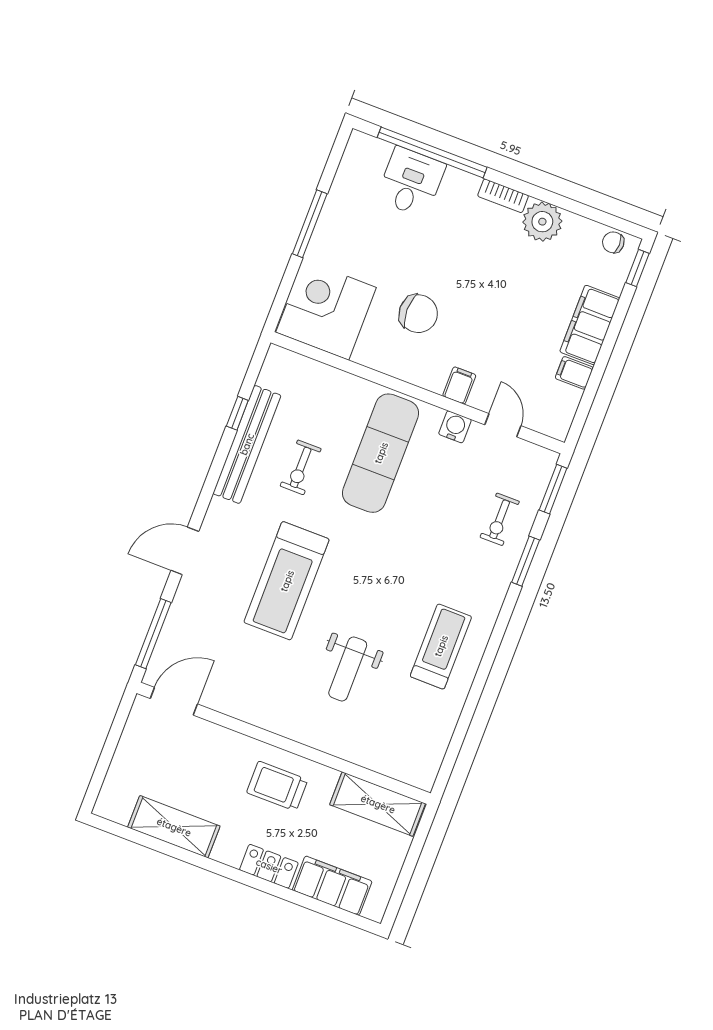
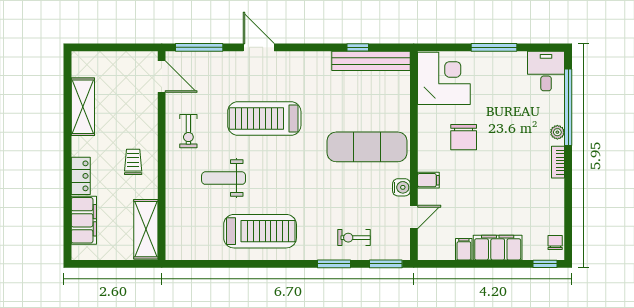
desk: (411, 182) -> (546, 71), moved, turned -90
plant: (542, 222) -> (557, 132), moved, width x0.53, depth x0.53
bench: (247, 444) -> (371, 61), moved
exercise bike: (301, 467) -> (188, 131), moved, turned -90
treadmill: (441, 646) -> (260, 231), width x1.37, depth x1.38
trolley: (277, 786) -> (133, 162), width x0.73, depth x0.72

